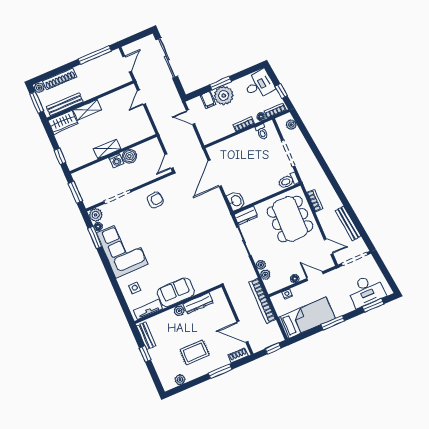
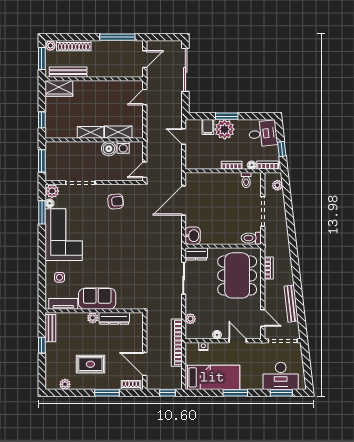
shelving: (87, 110) -> (118, 132), moved
washing machine: (116, 161) -> (123, 147), moved
plant: (261, 265) -> (190, 308), removed

